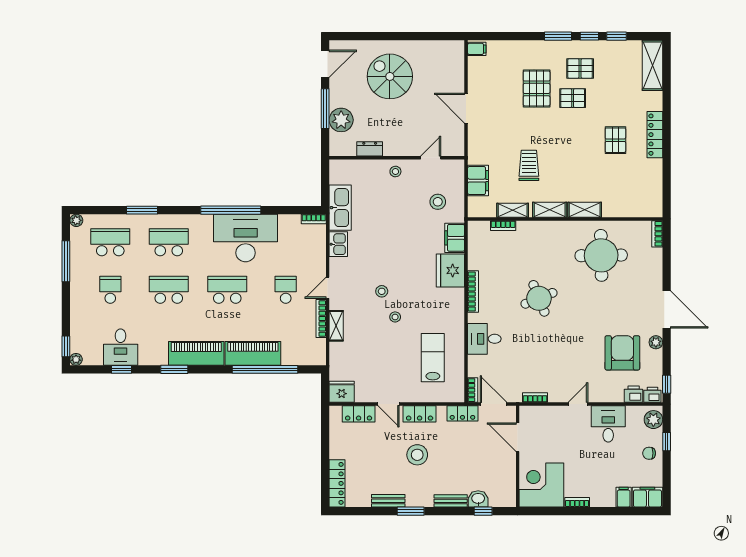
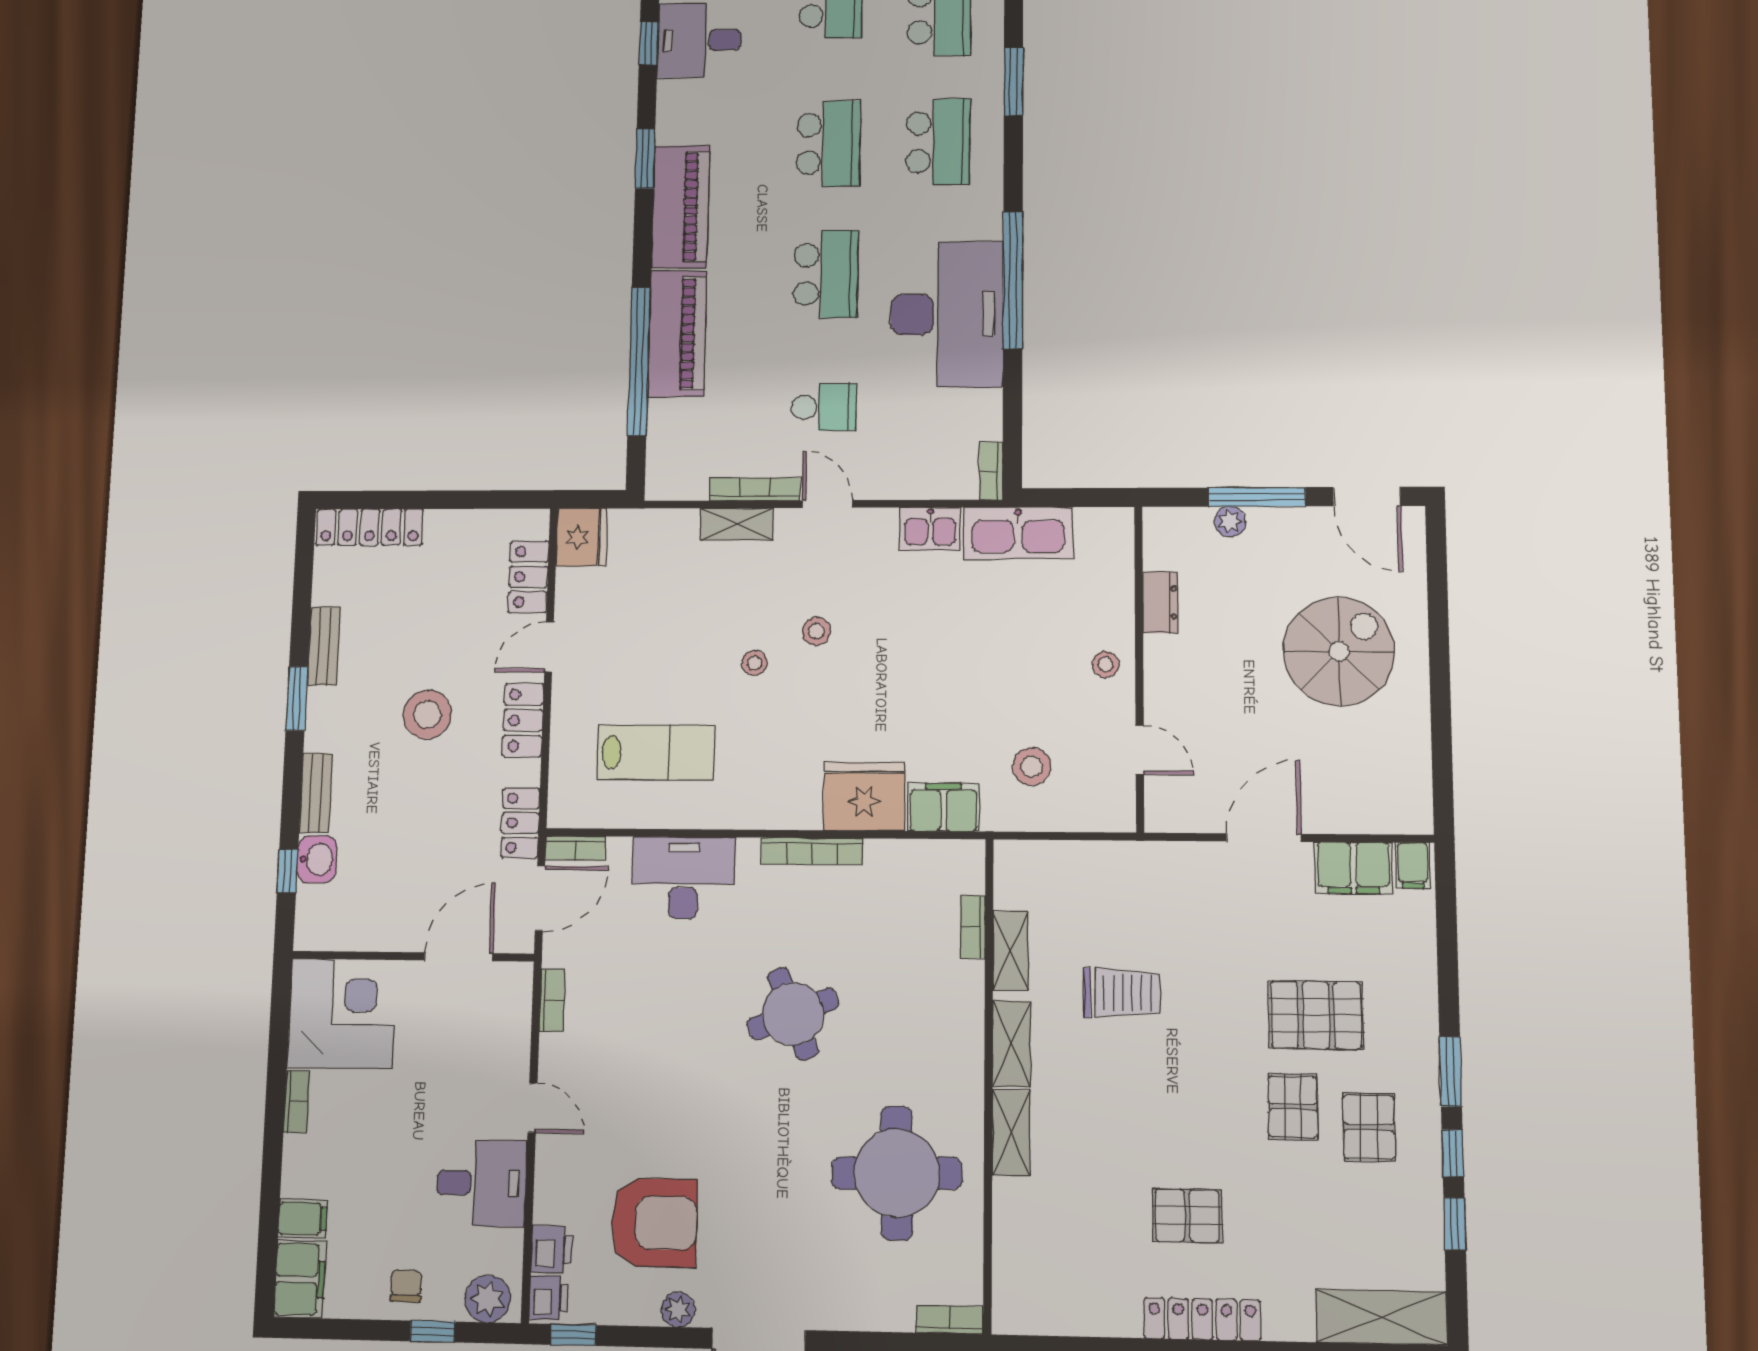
plant: (341, 120) -> (1230, 522), width x0.53, depth x0.53
filing cabinet: (478, 181) -> (1353, 868), moved
desk: (484, 339) -> (683, 878), width x1.37

